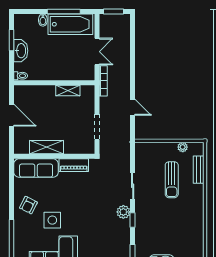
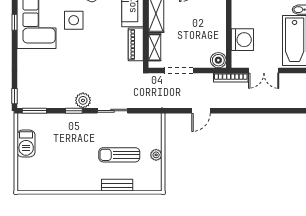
washing machine: (70, 70) -> (242, 40), added
shelving: (68, 90) -> (155, 47), moved
boiler: (88, 92) -> (218, 60), added
plant: (183, 147) -> (156, 155), moved
bench: (199, 170) -> (117, 185), moved

